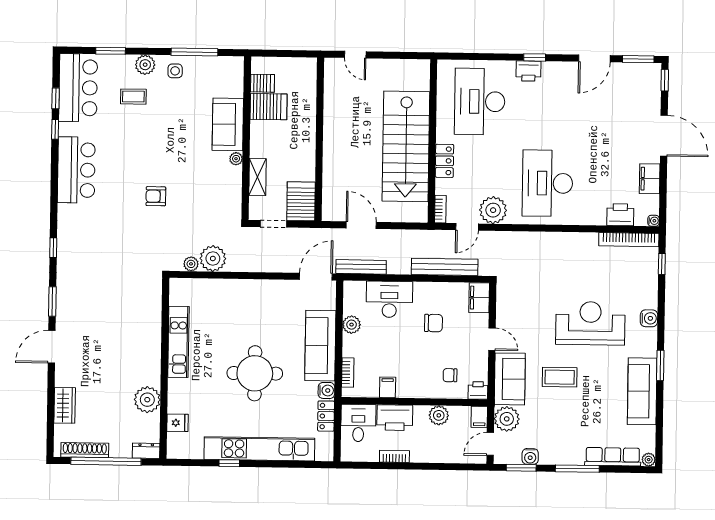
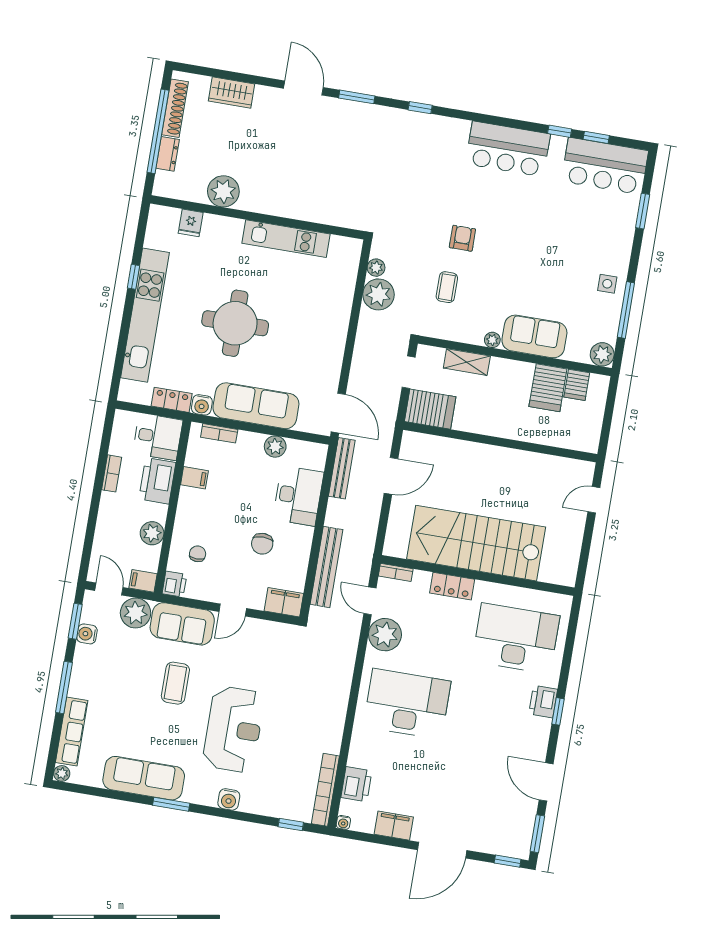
plant: (145, 65) -> (602, 354), moved
coffee table: (133, 97) -> (447, 287), moved
dresser: (146, 451) -> (168, 154), moved

